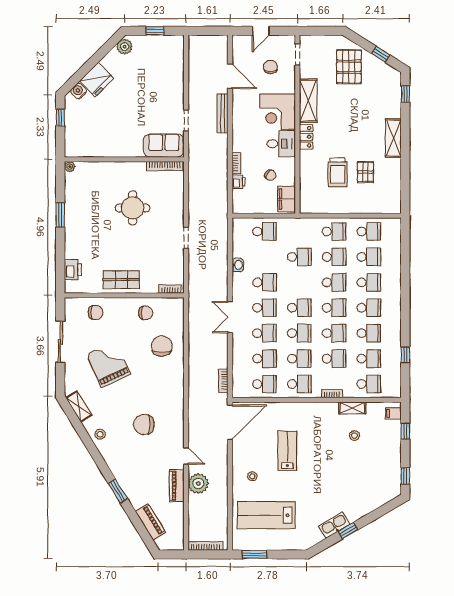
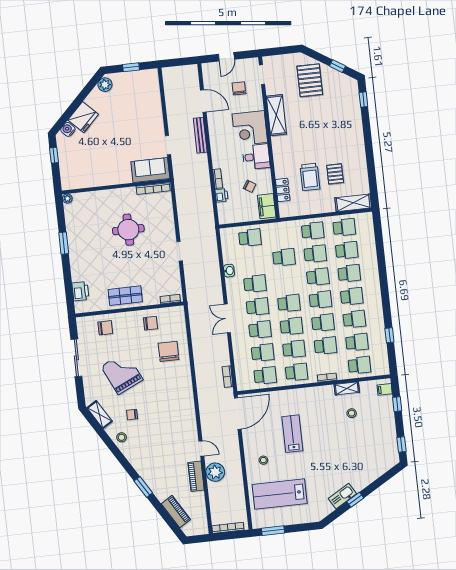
locker: (306, 137) -> (283, 190), moved
shelving: (393, 138) -> (353, 203), moved, turned 90
chair: (144, 424) -> (132, 415), moved, width x0.54, depth x0.54

